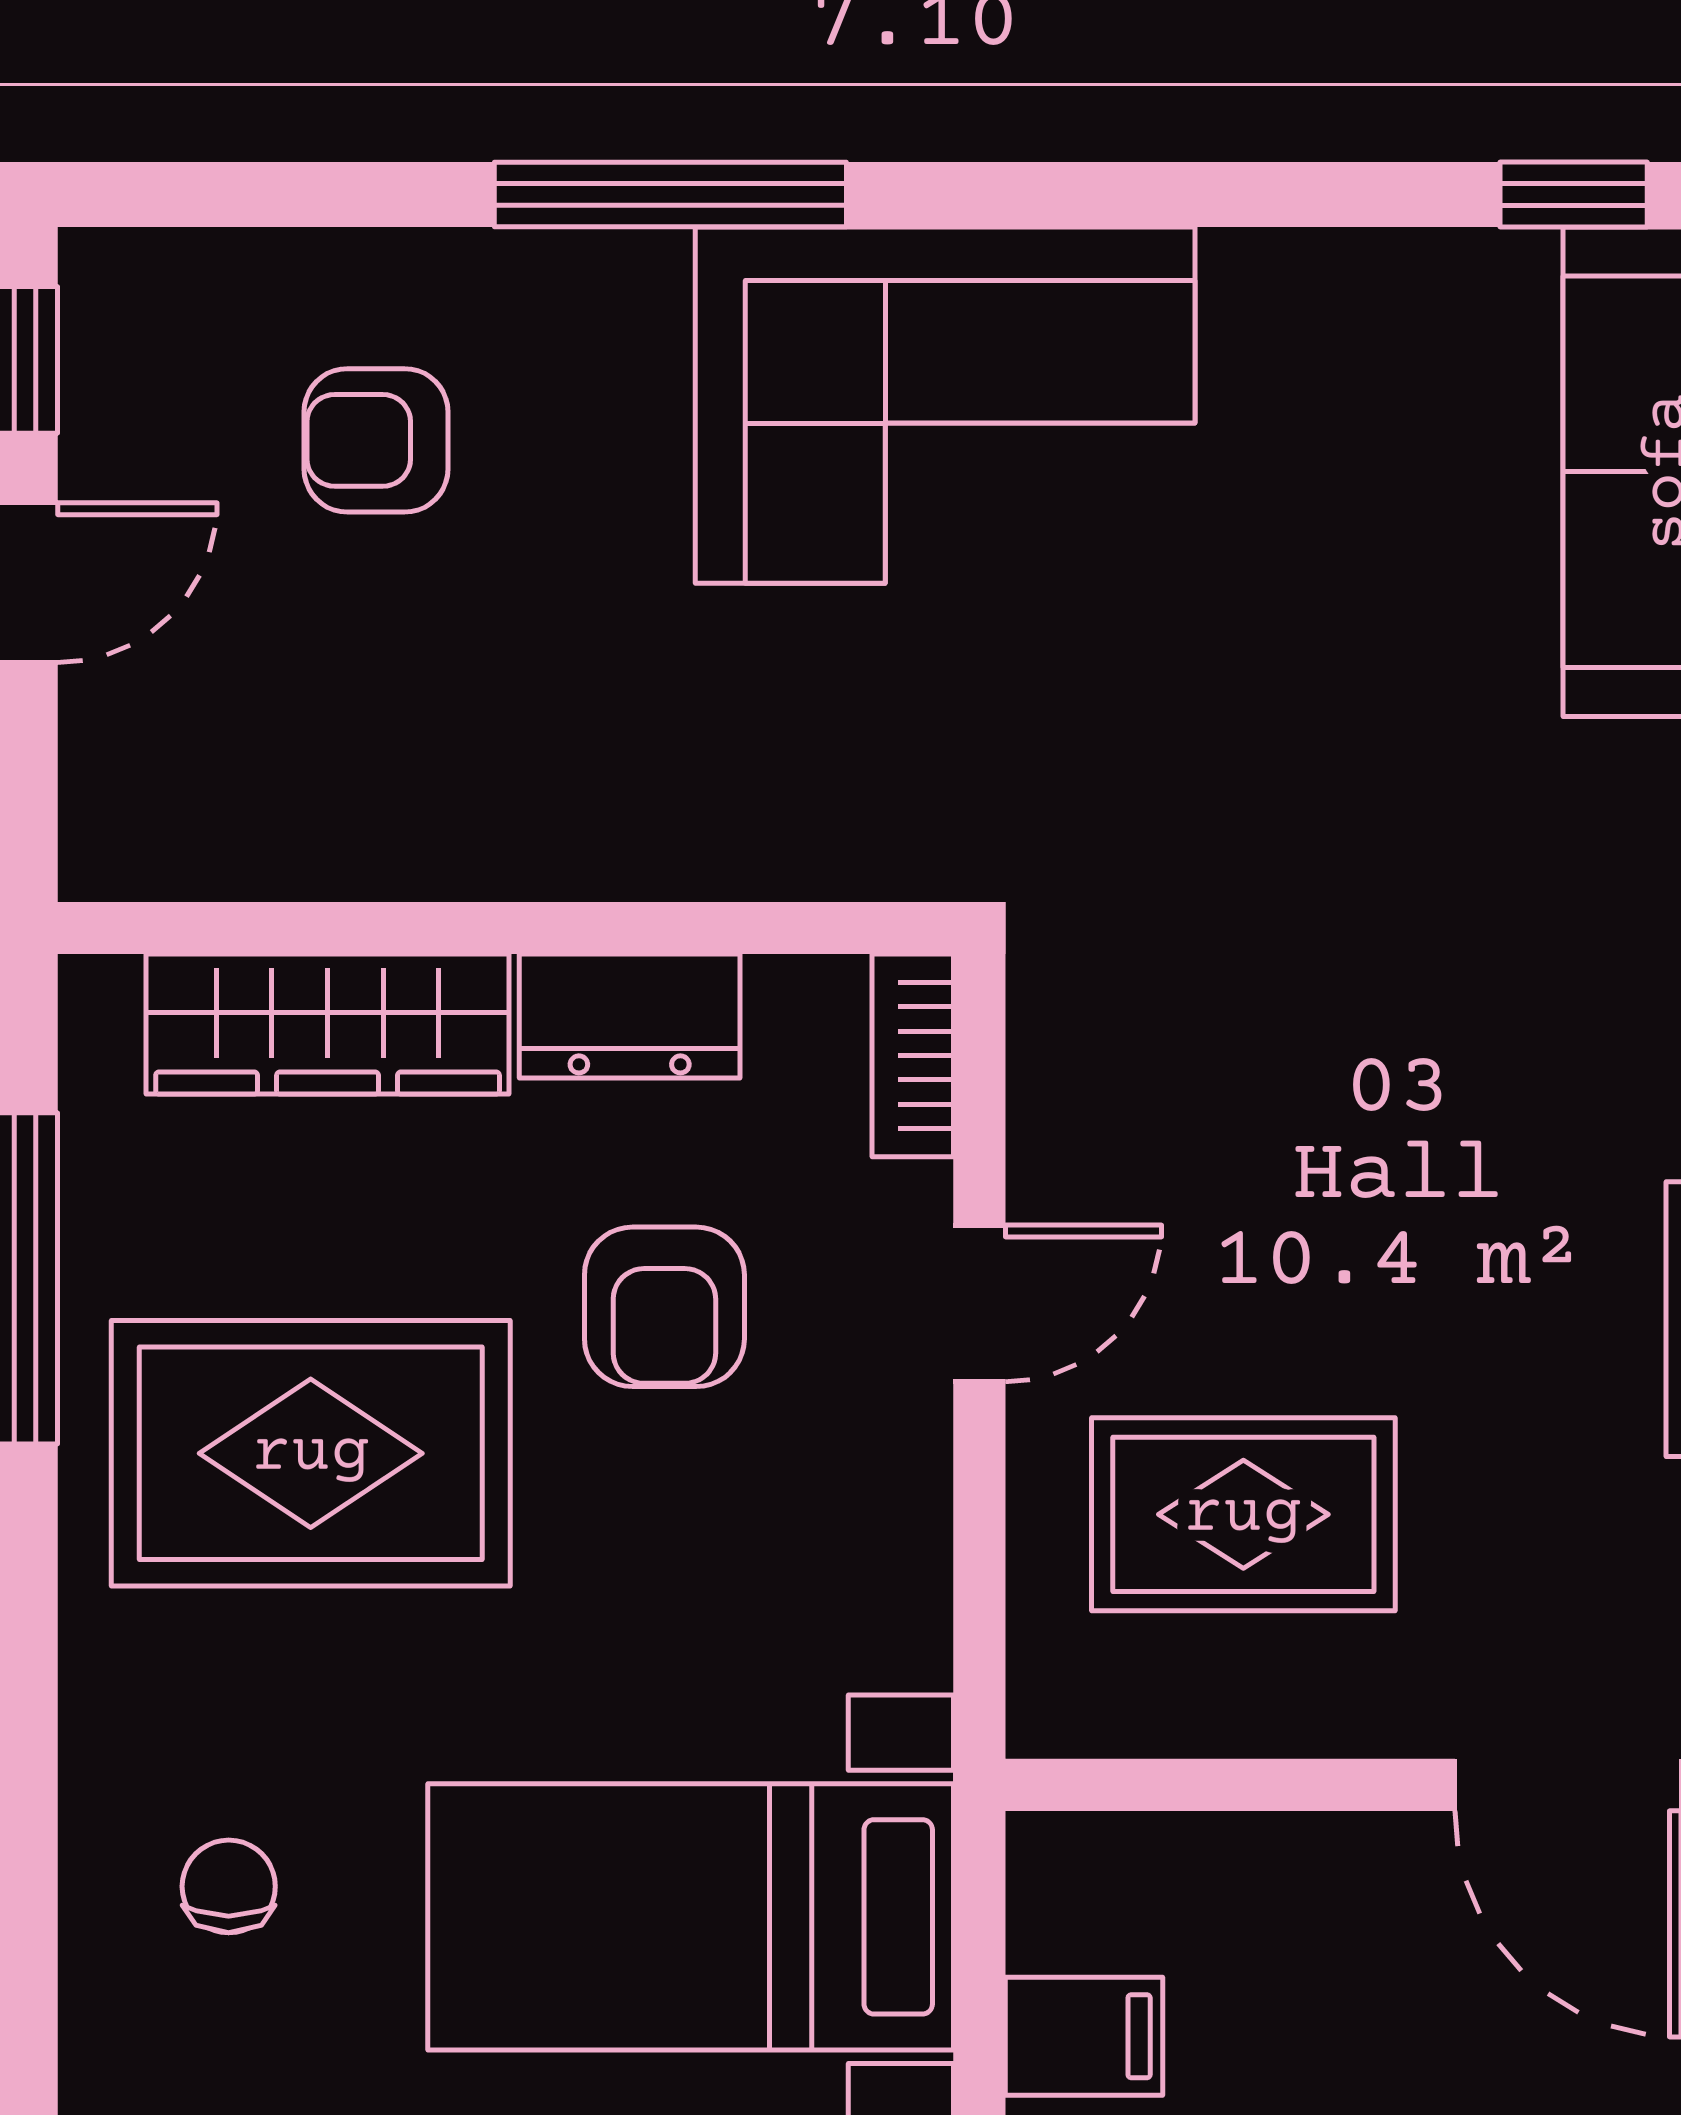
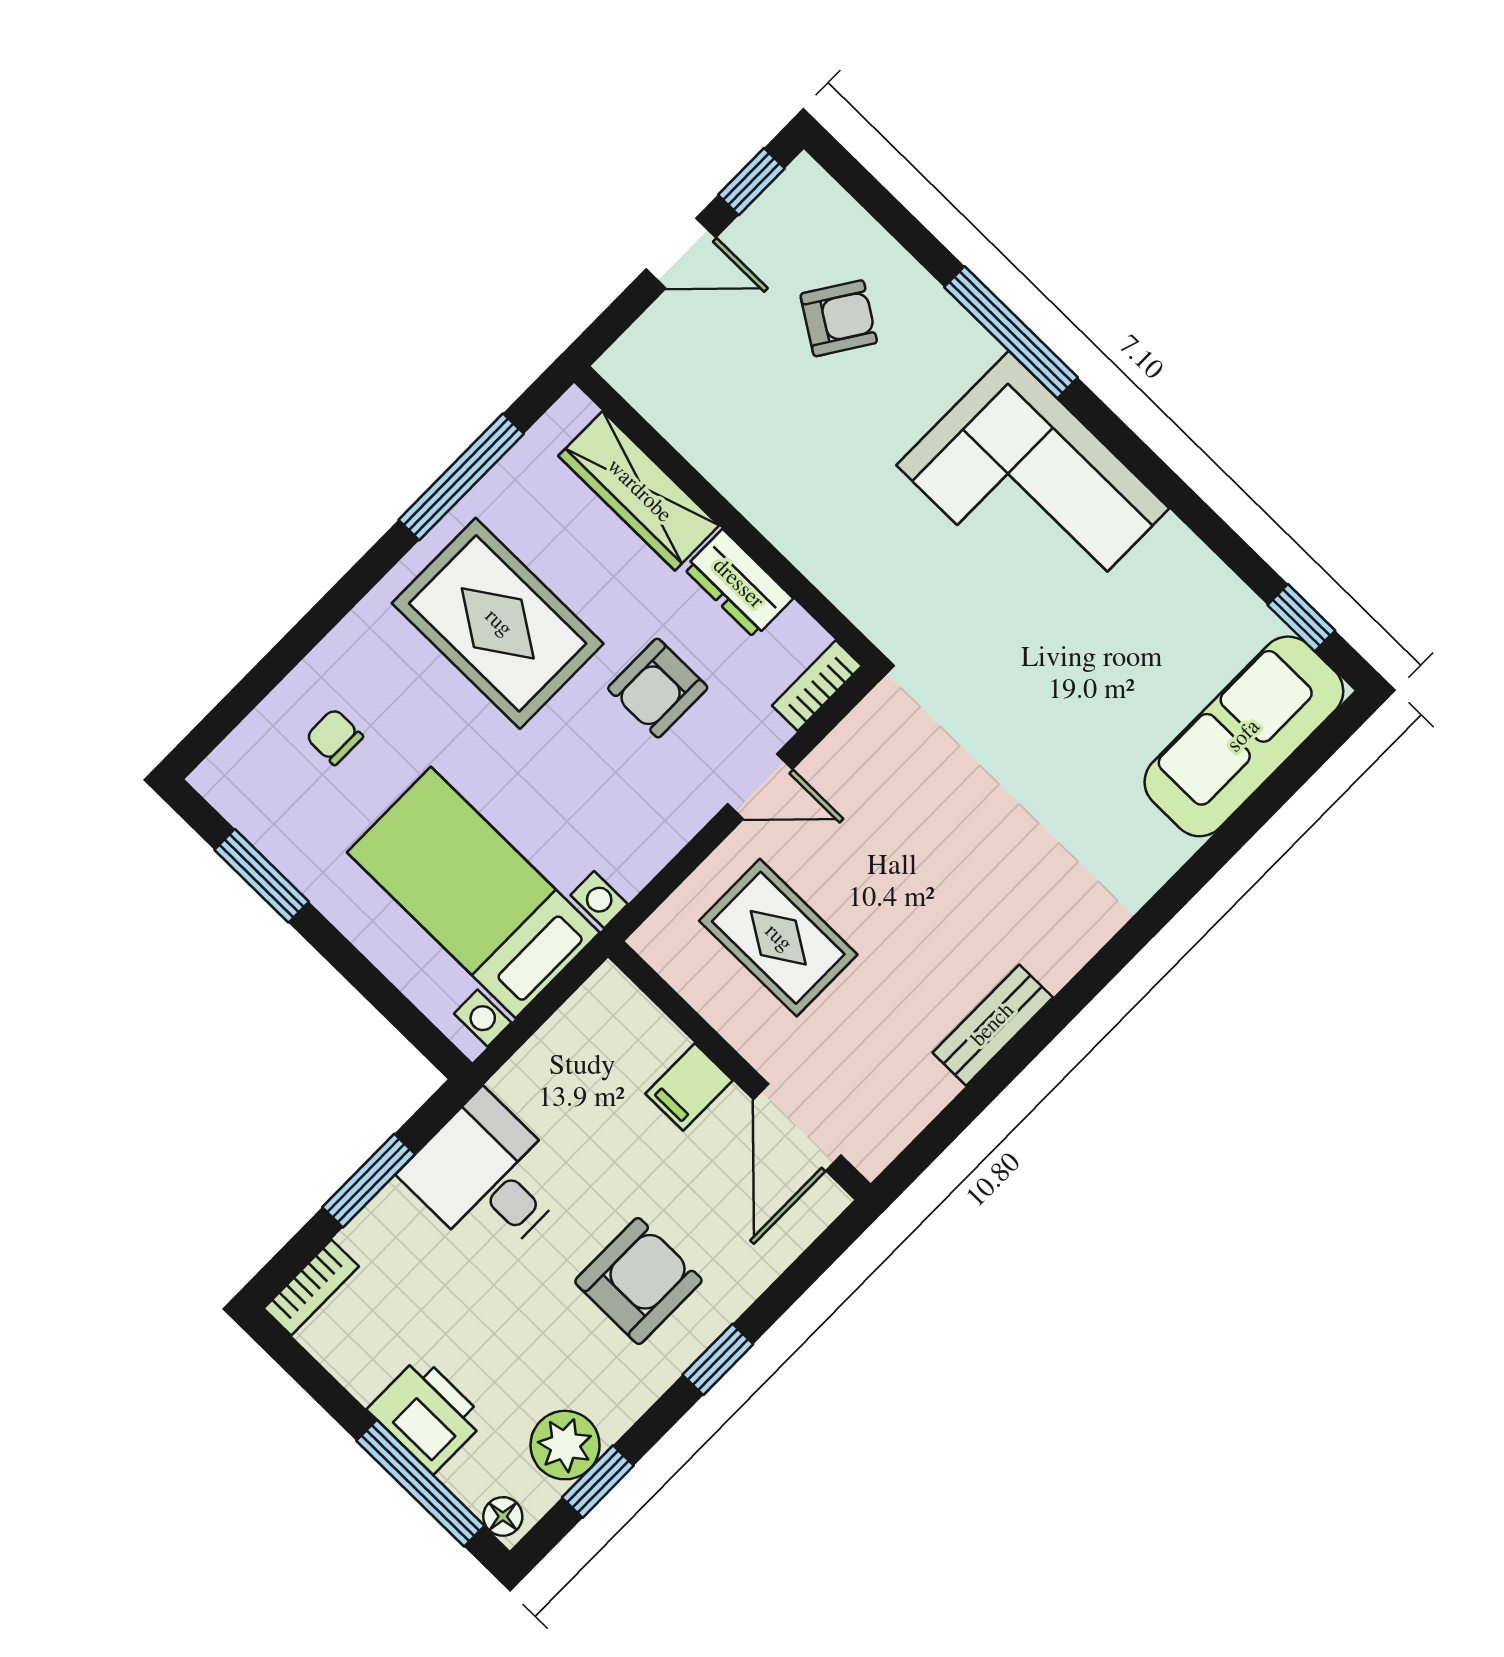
armchair: (376, 440) -> (839, 318), turned 123
chair: (229, 1886) -> (334, 737), turned -90
filing cabinet: (1084, 2036) -> (689, 1087), moved, turned 90

